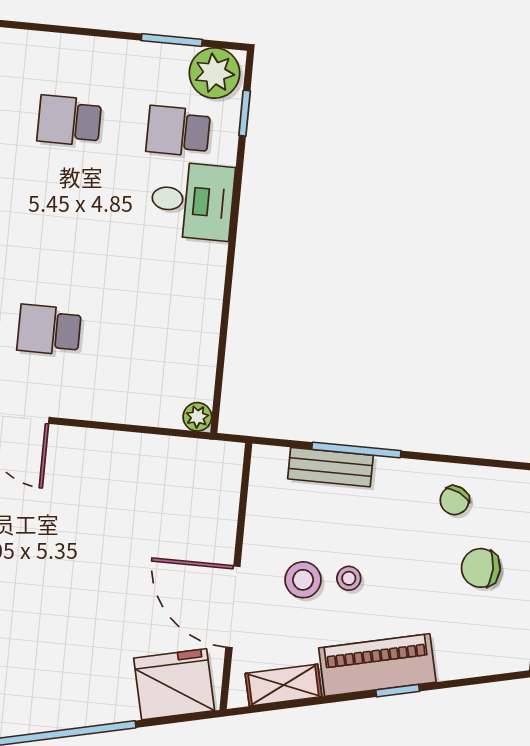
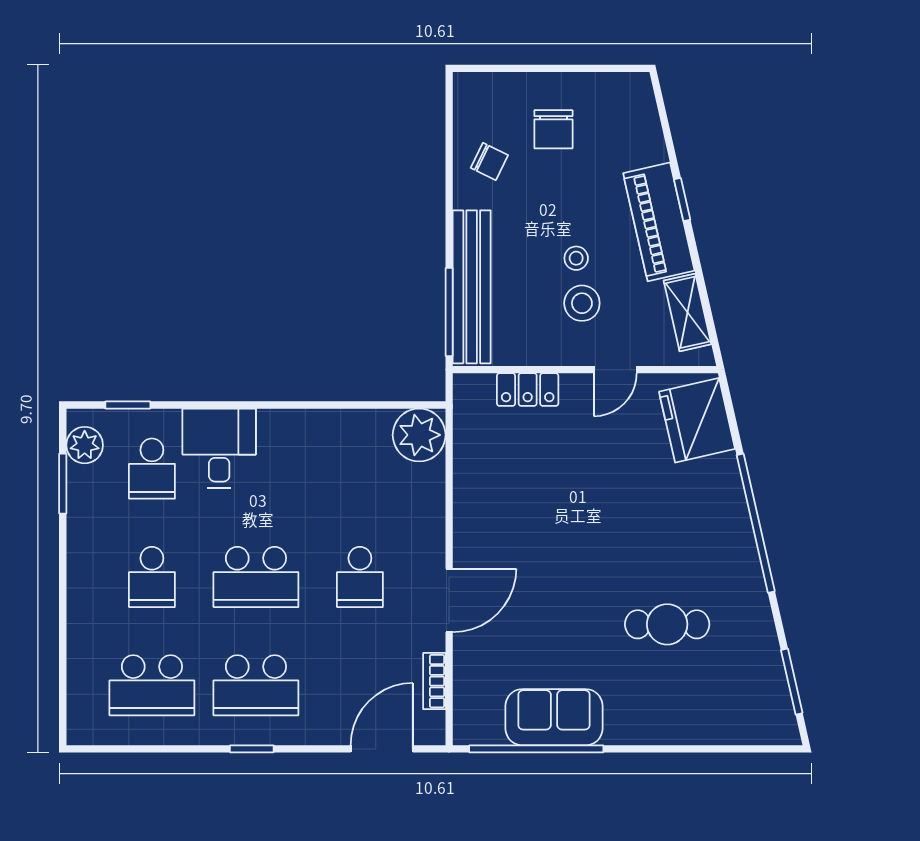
plant: (214, 73) -> (85, 445), width x0.73, depth x0.73
school desk: (59, 225) -> (256, 577), added
plant: (197, 417) -> (419, 435), width x1.88, depth x1.88
window: (356, 450) -> (449, 312), moved
bench: (330, 467) -> (472, 287), width x1.86, depth x1.21
locker: (221, 517) -> (528, 390), added
door: (233, 607) -> (615, 370), width x0.53

